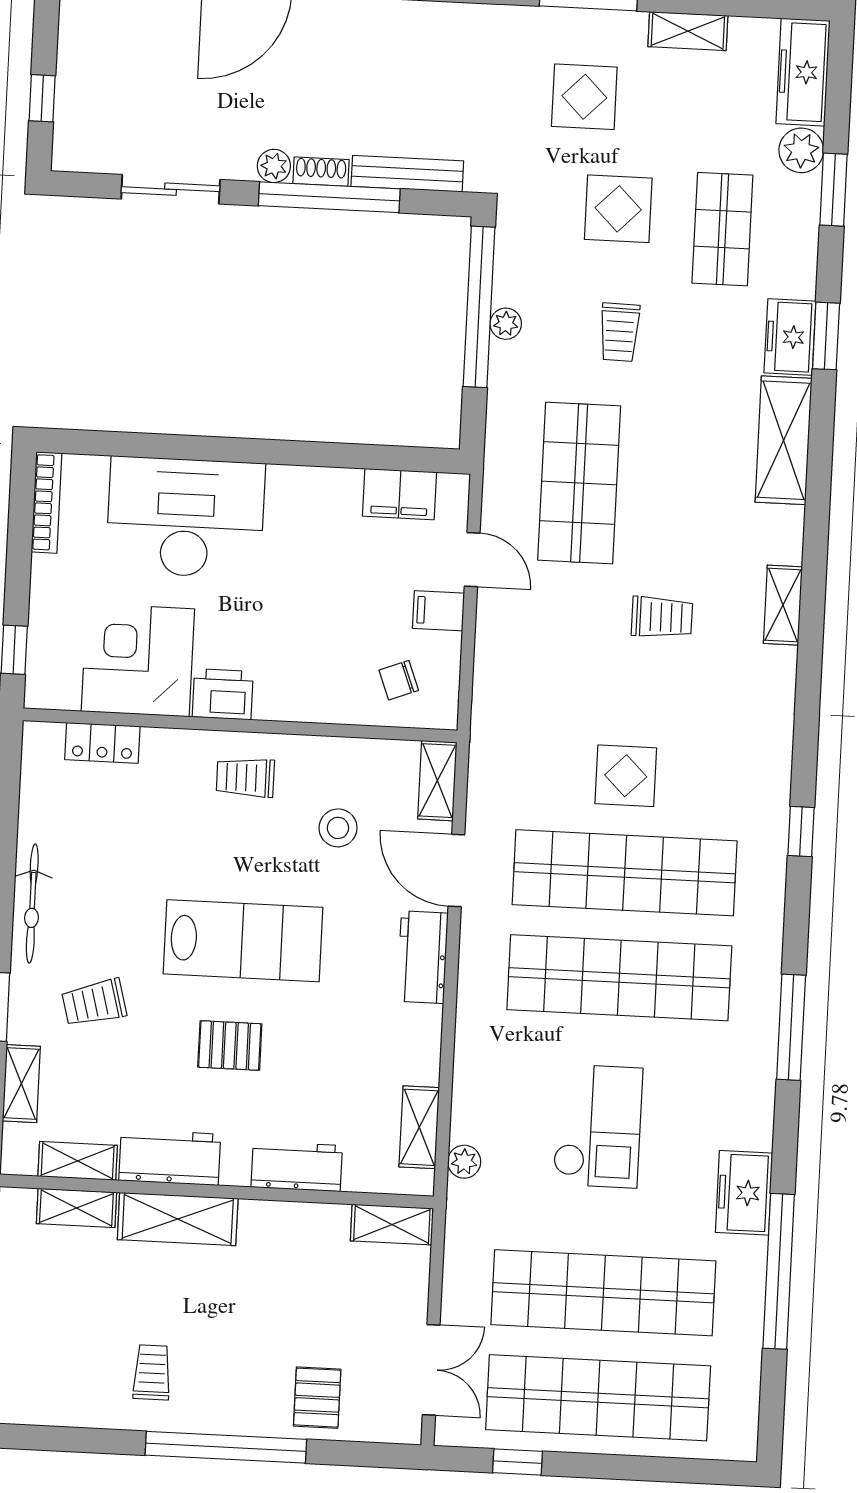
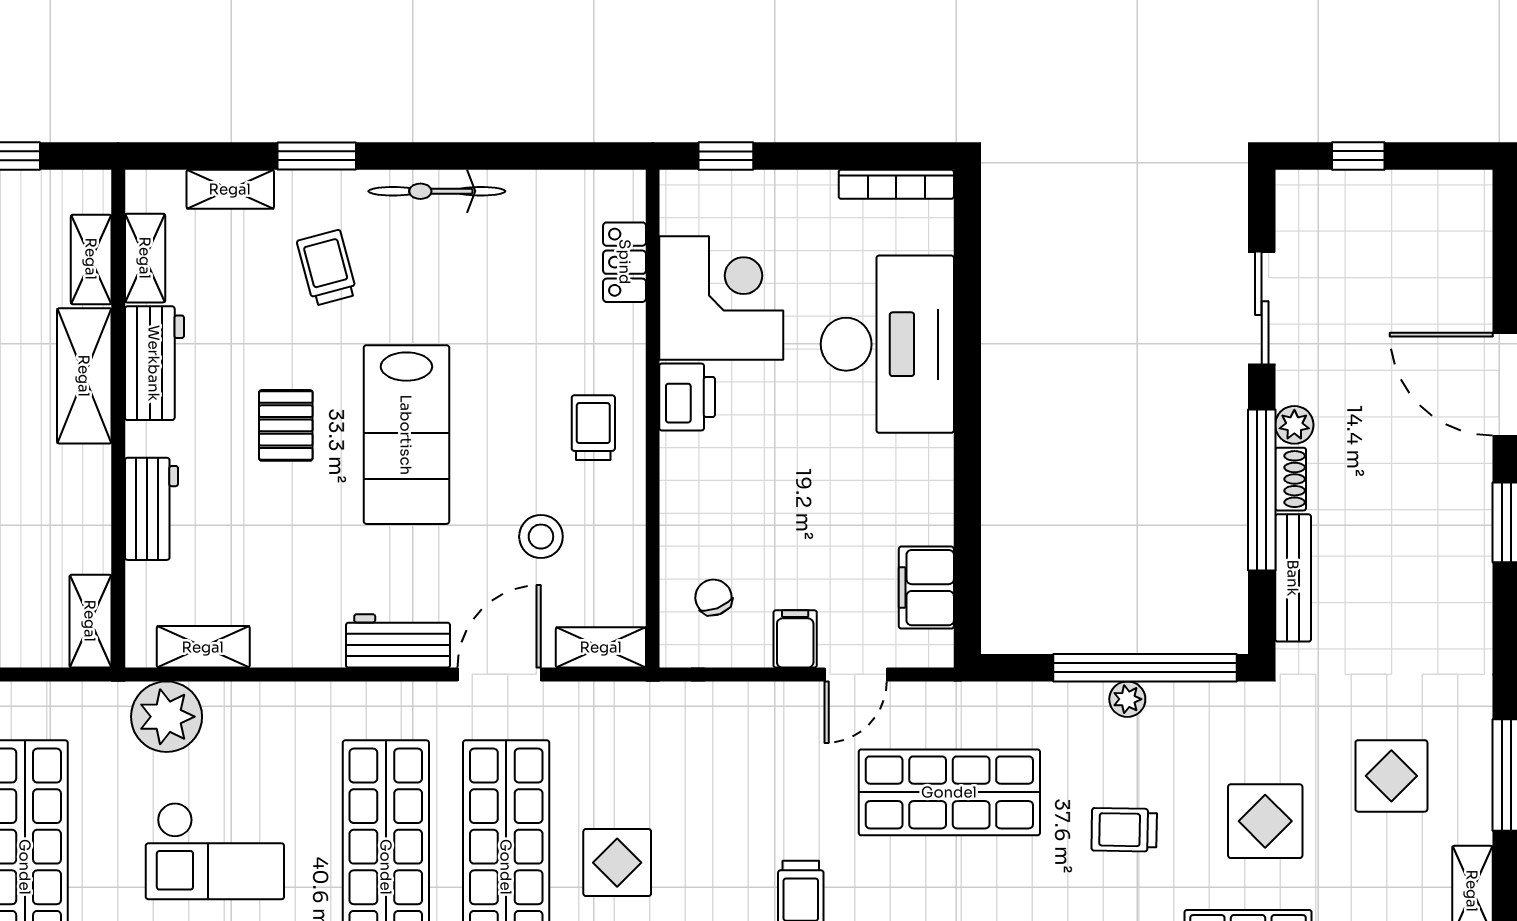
plant: (464, 1162) -> (167, 717), width x1.87, depth x1.87

